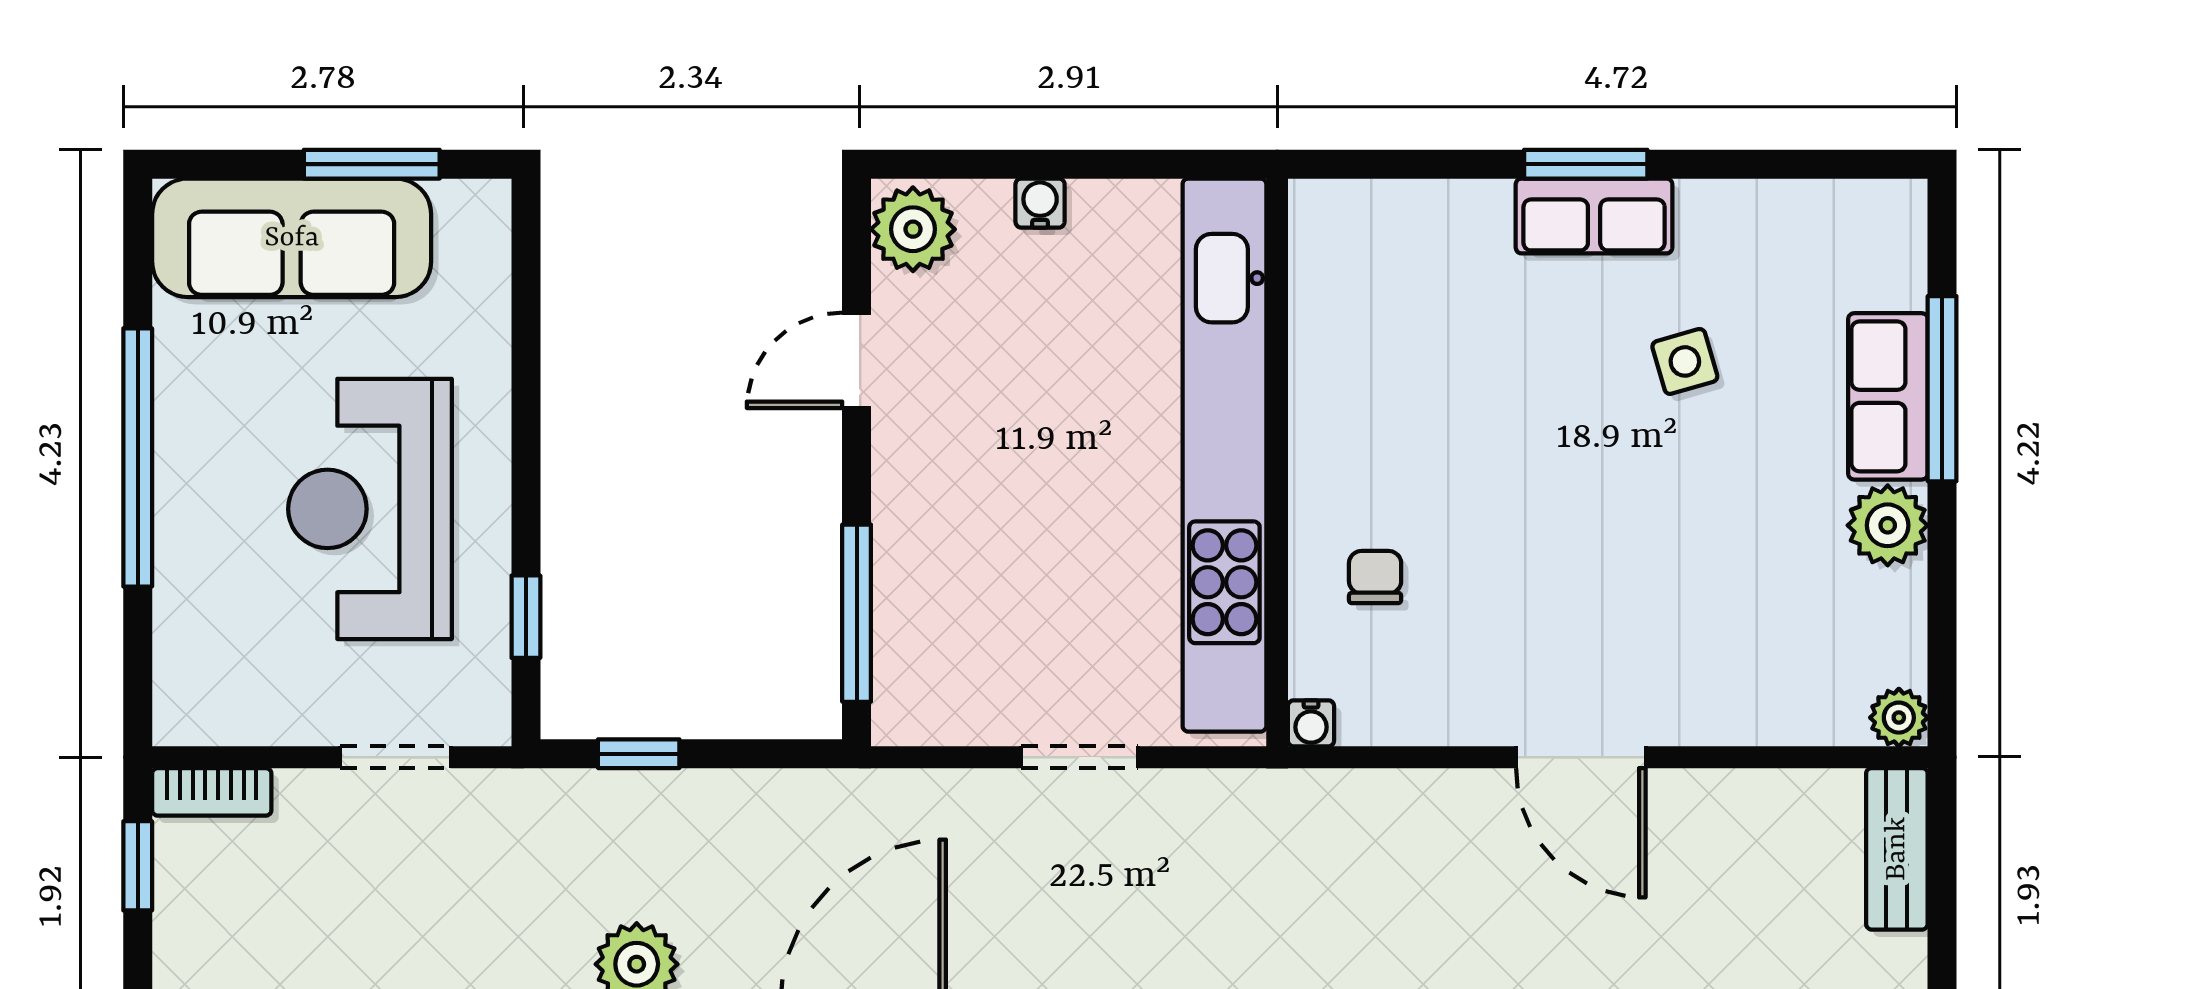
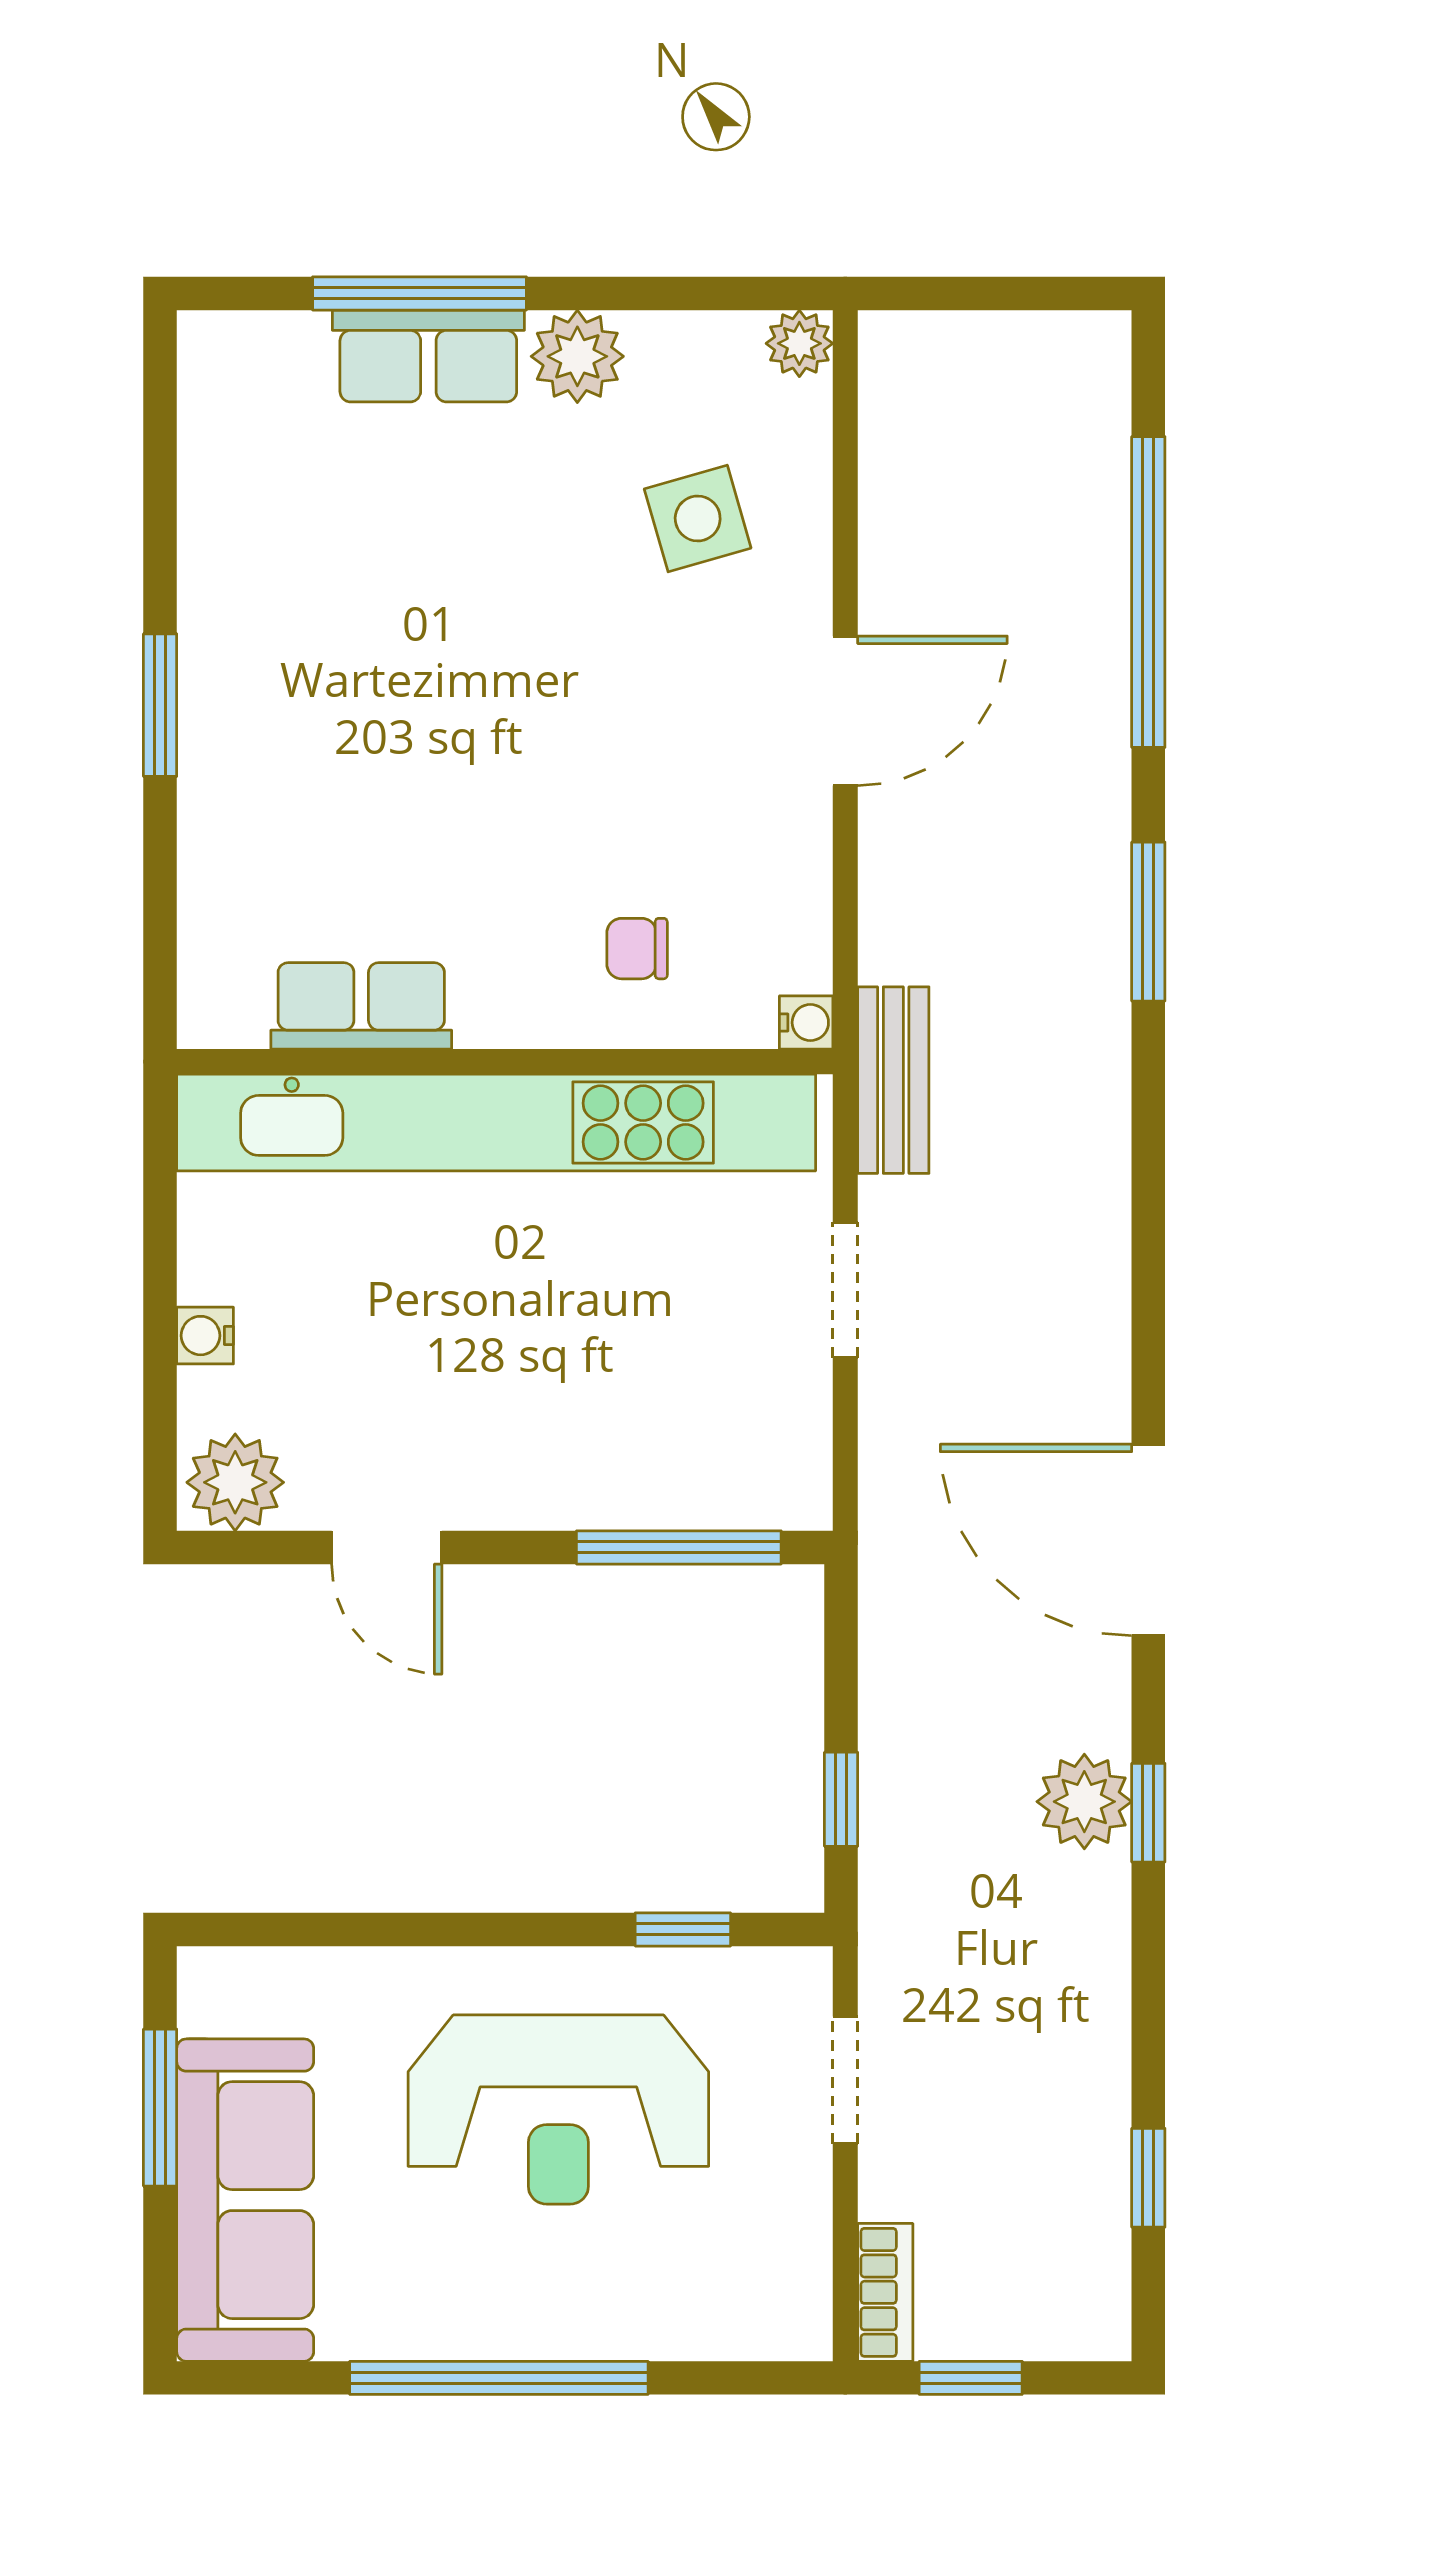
row of seats: (1594, 216) -> (361, 1006), moved, turned -90
side table: (1685, 361) -> (698, 518), moved, width x1.37, depth x1.37
bench: (1897, 849) -> (893, 1080), moved, turned 90

